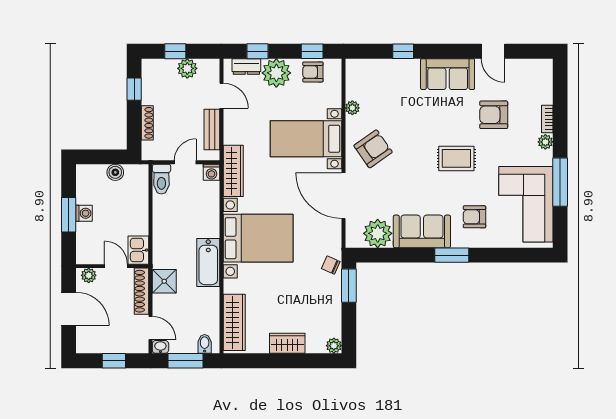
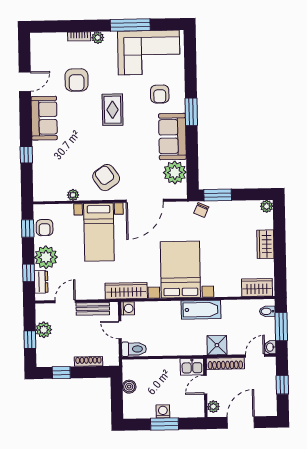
wardrobe: (234, 322) -> (257, 287), width x0.67

